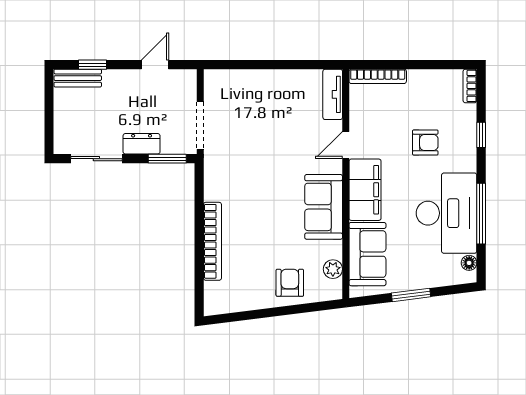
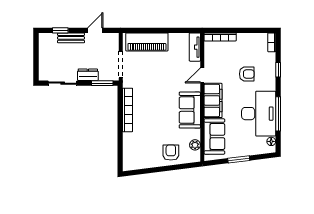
bench: (78, 78) -> (71, 38), moved
piano: (247, 85) -> (147, 42), added
bookcase: (212, 241) -> (128, 110), moved

